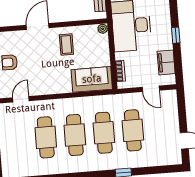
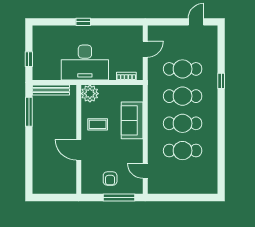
plant: (103, 29) -> (90, 94), width x1.87, depth x1.87
window: (176, 35) -> (83, 22), moved
filing cabinet: (166, 62) -> (122, 33), removed
sofa: (92, 79) -> (132, 120), moved

